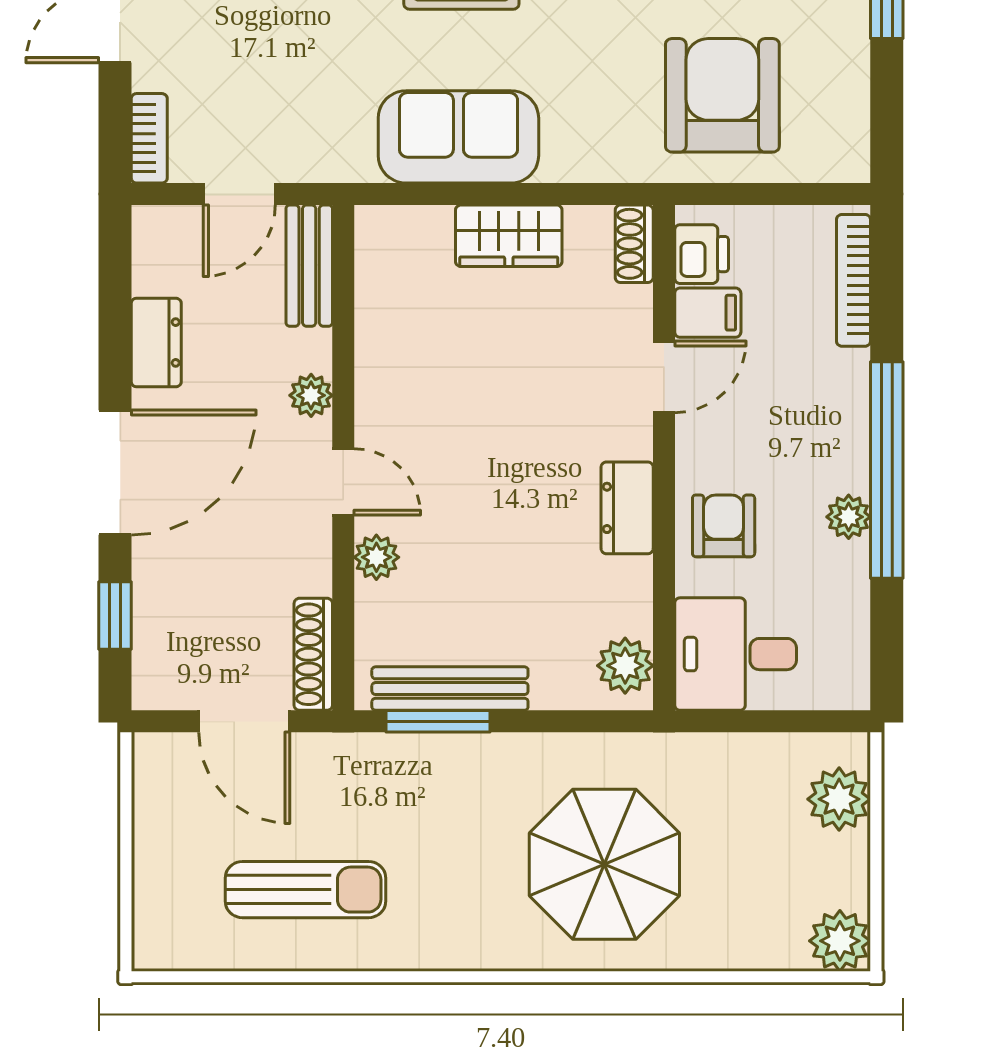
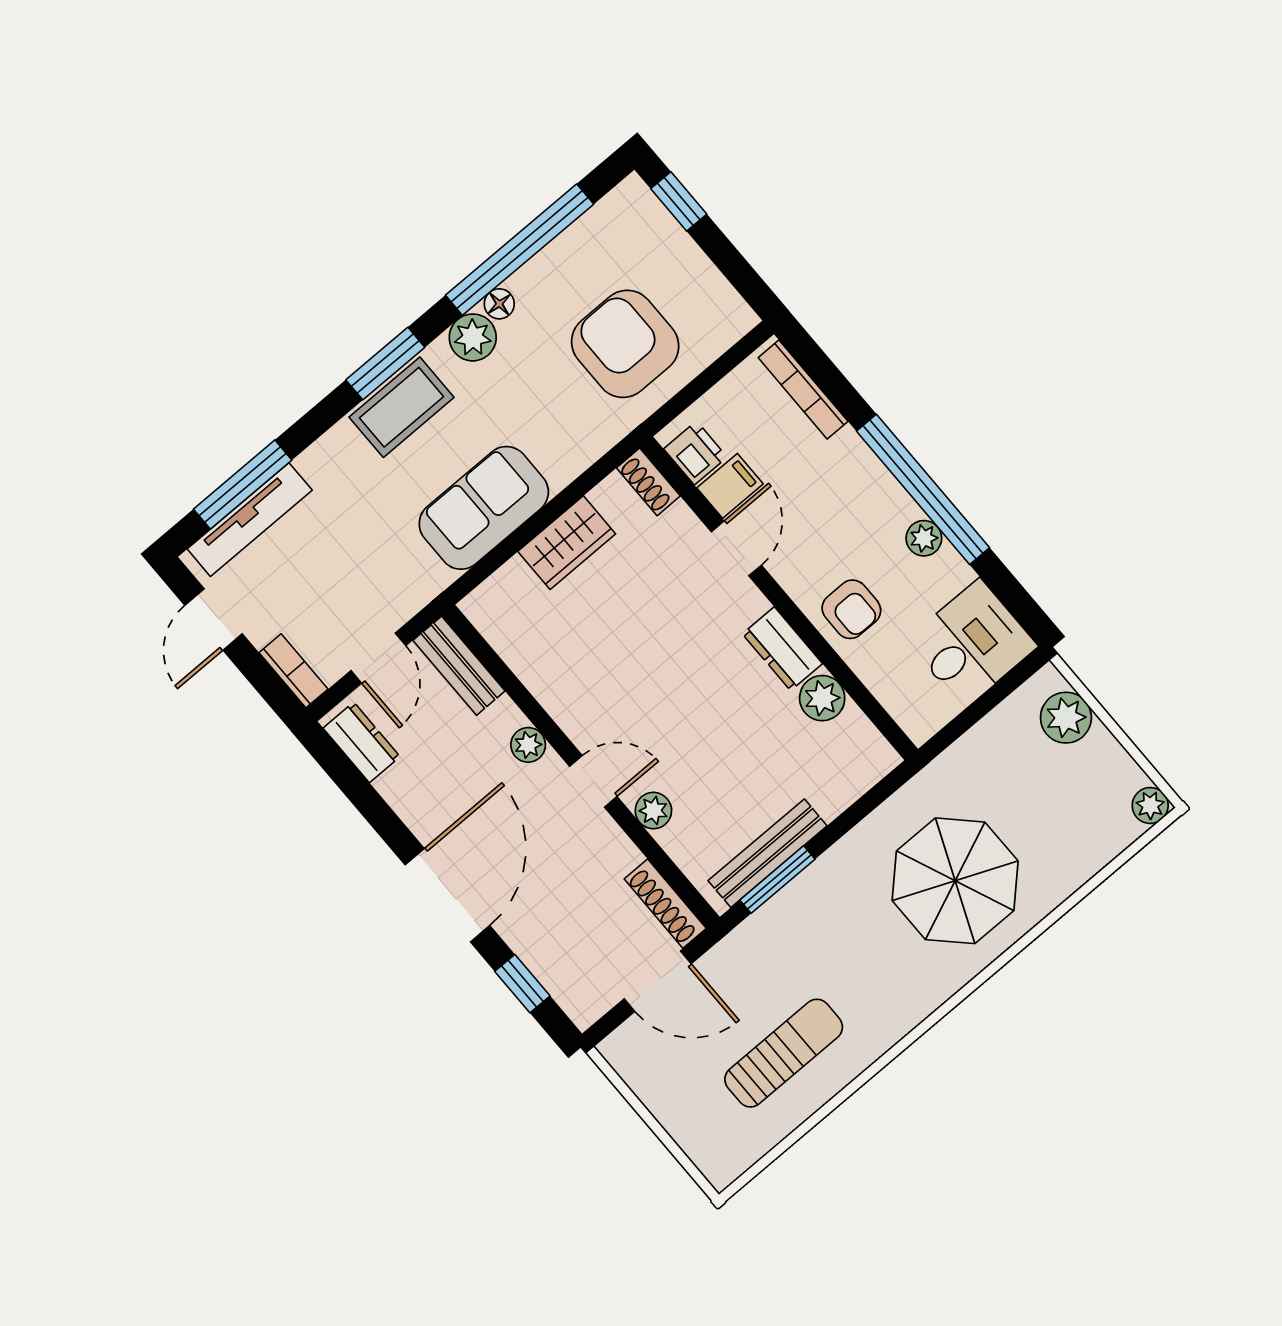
dresser: (156, 342) -> (362, 742), moved
armchair: (724, 526) -> (851, 609), turned 180
desk: (736, 654) -> (972, 643), moved, turned 180
plant: (625, 666) -> (822, 698), moved
plant: (840, 941) -> (1150, 805), width x0.73, depth x0.73

